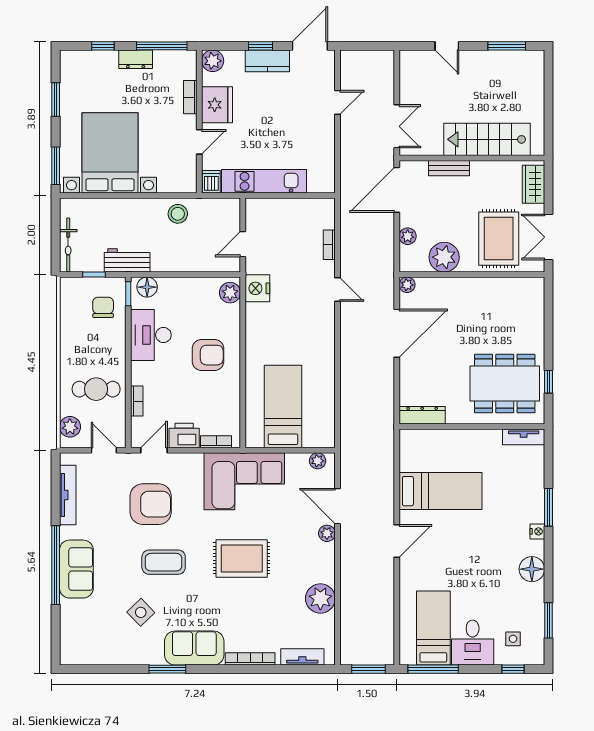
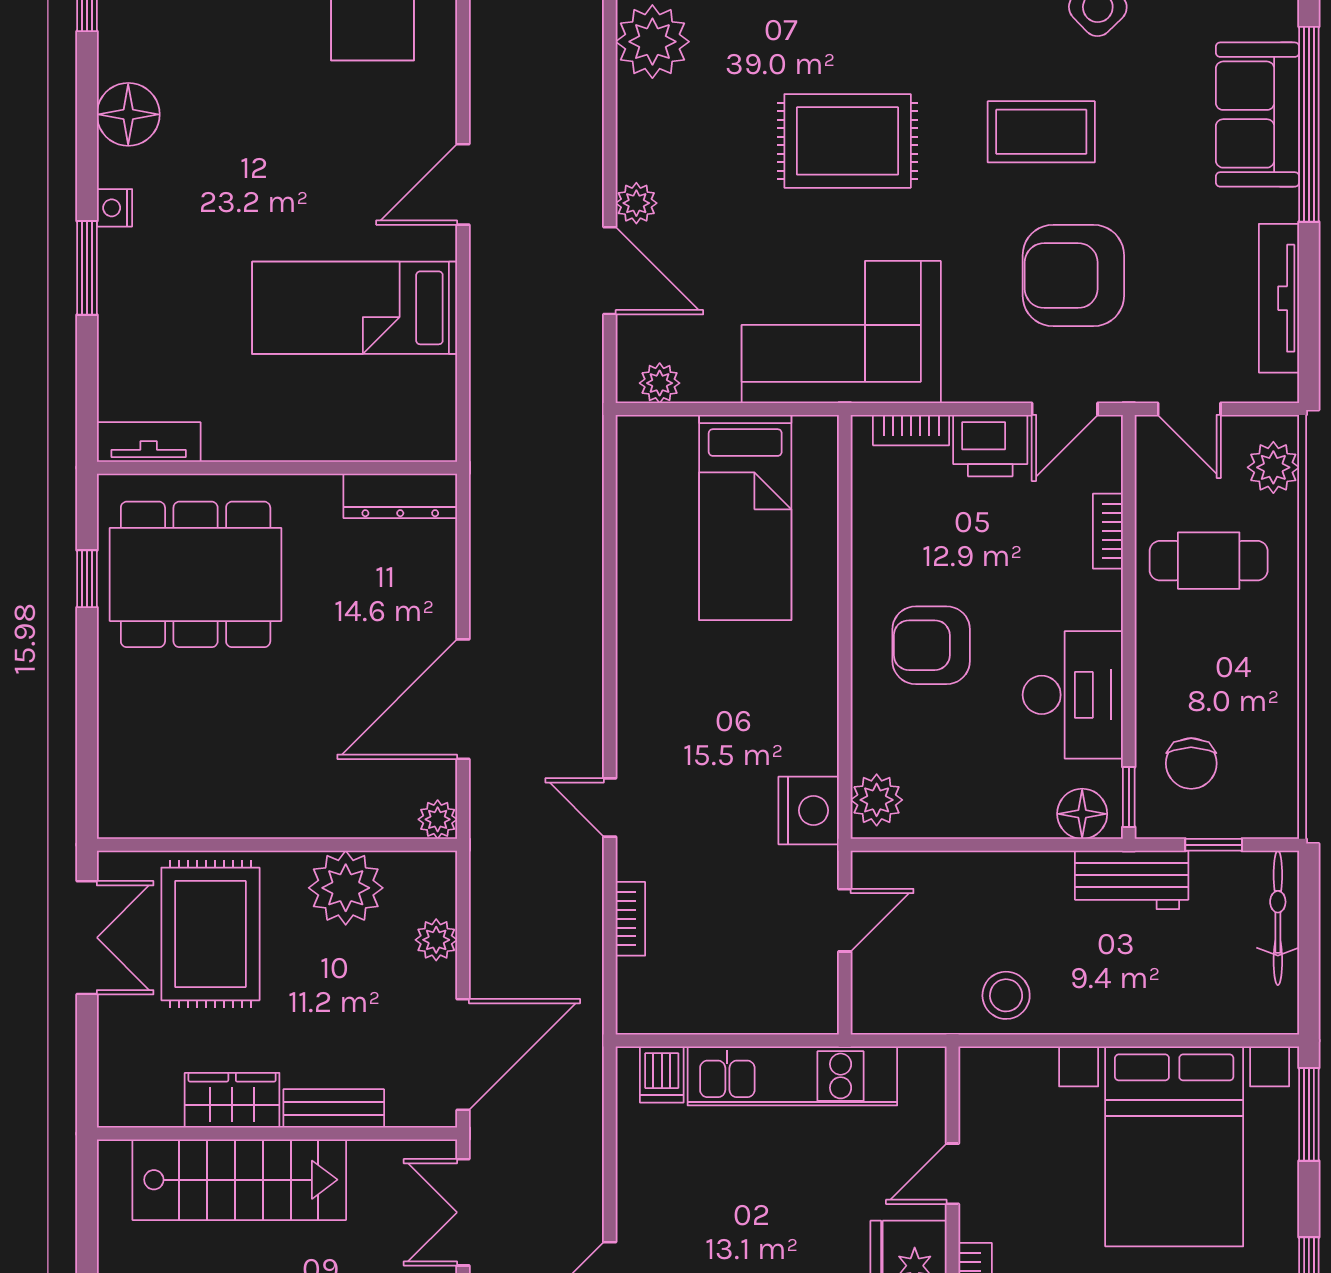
dishwasher: (211, 182) -> (662, 1075), moved
wardrobe: (533, 184) -> (232, 1100), moved, turned -90

